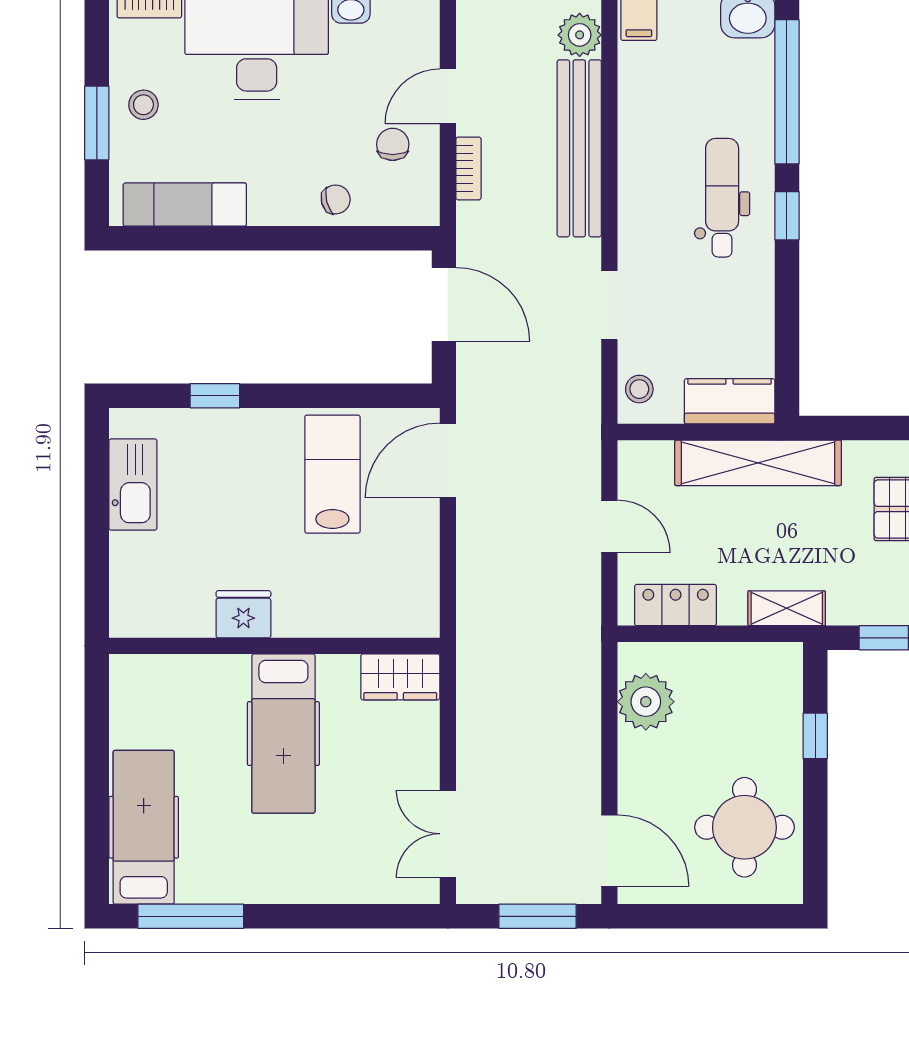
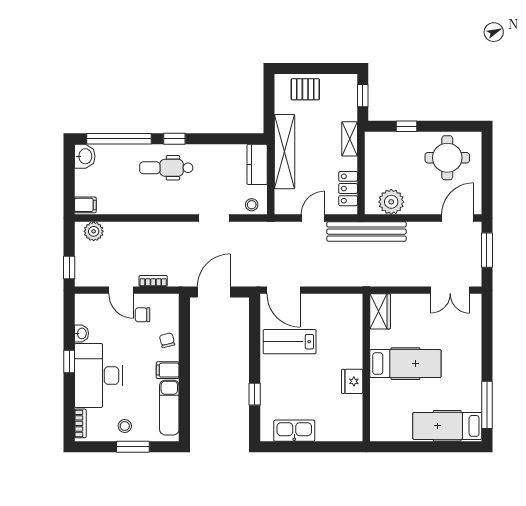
bench: (579, 148) -> (366, 232), moved
filing cabinet: (269, 201) -> (168, 370), added

